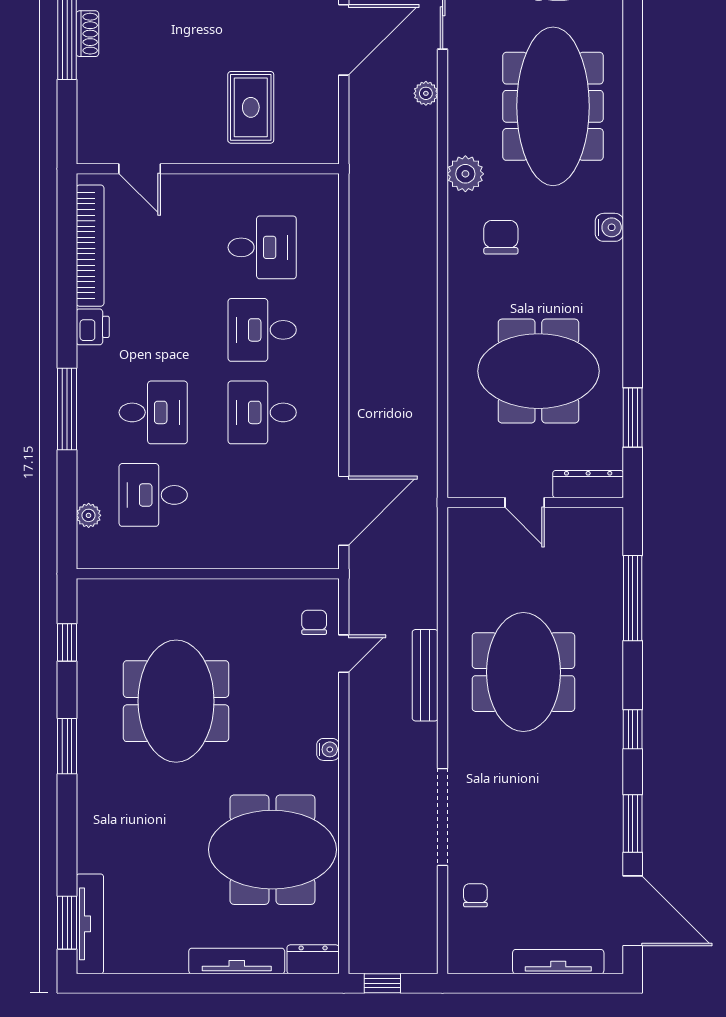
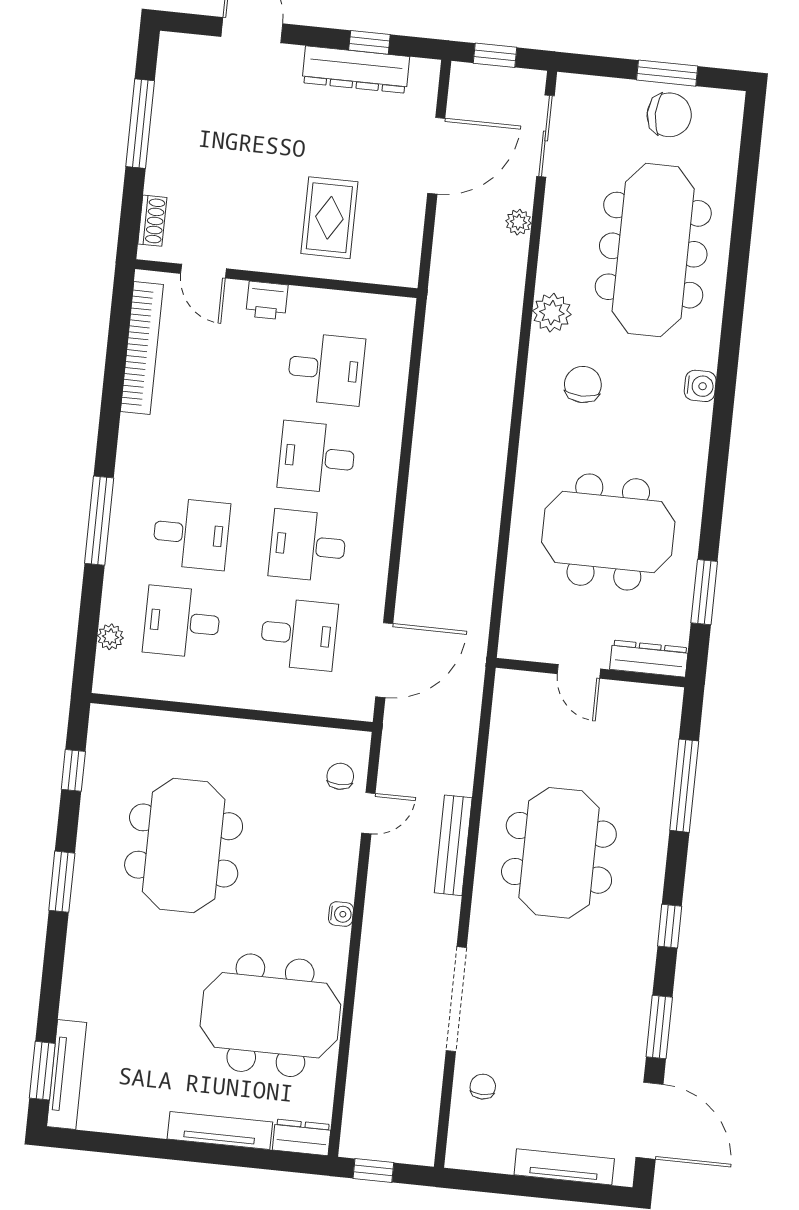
shoe rack: (87, 34) -> (152, 221), moved
printer: (93, 327) -> (267, 300), moved, turned 90
desk: (262, 495) -> (299, 634), added

